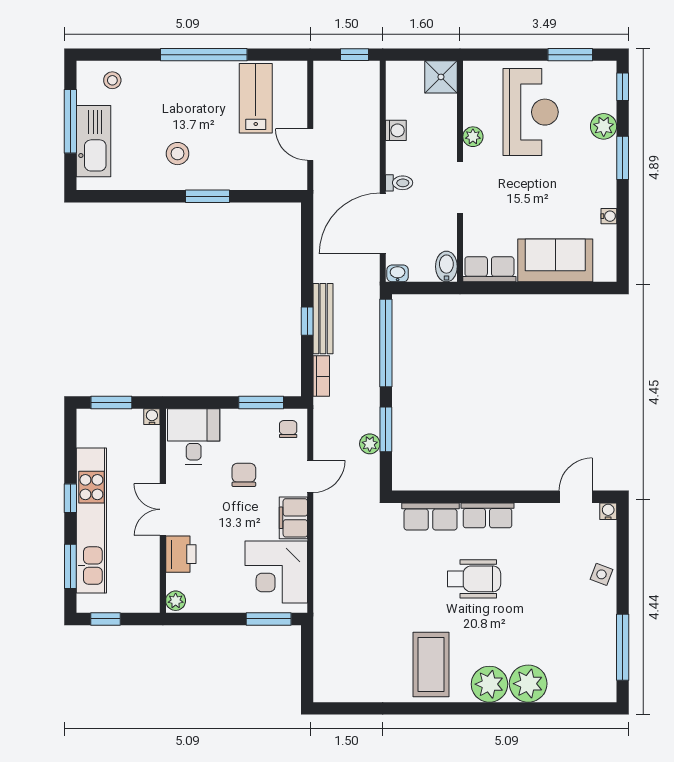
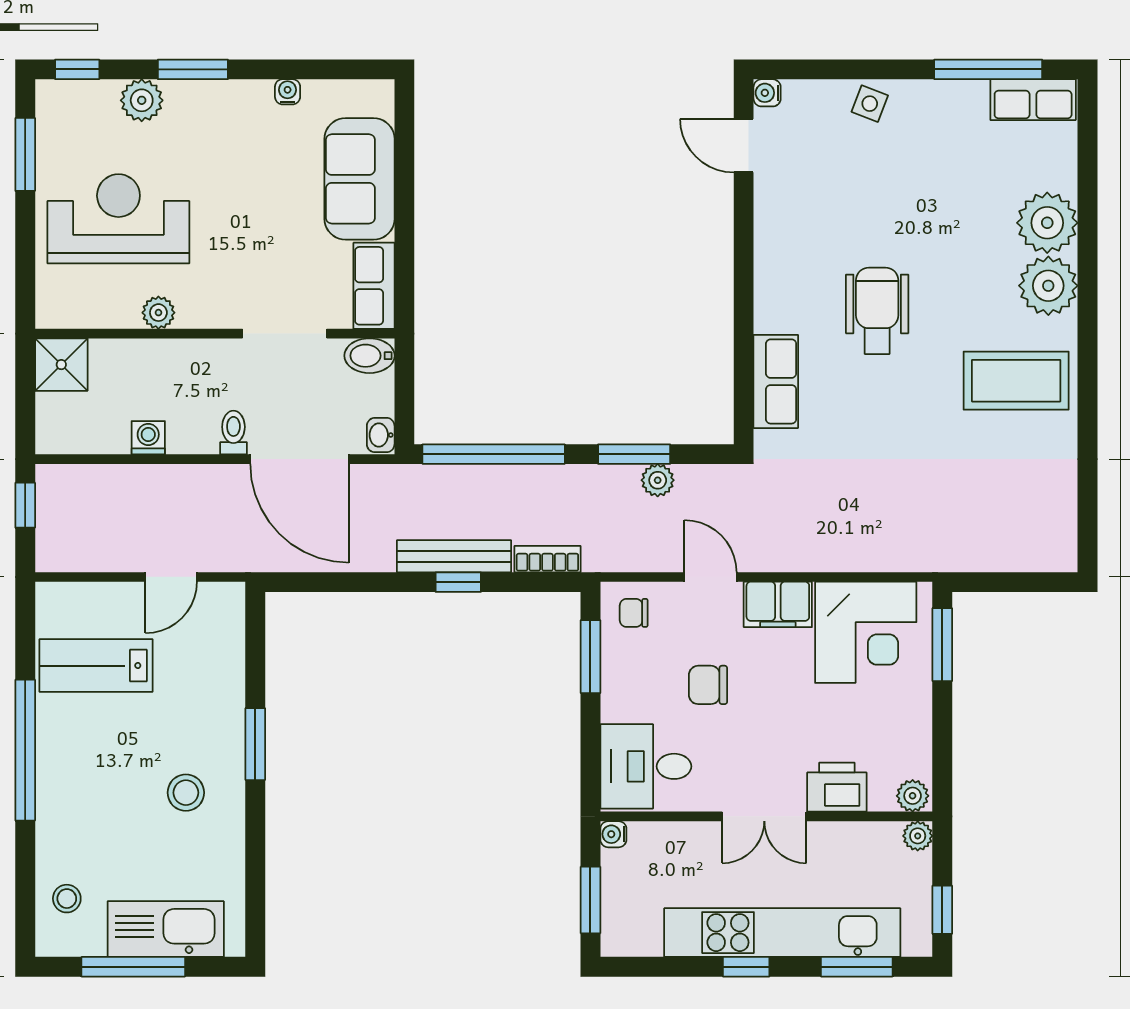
doorway: (460, 187) -> (285, 334), moved
row of seats: (487, 515) -> (1033, 100), moved, turned 90
plant: (151, 604) -> (918, 836), added

